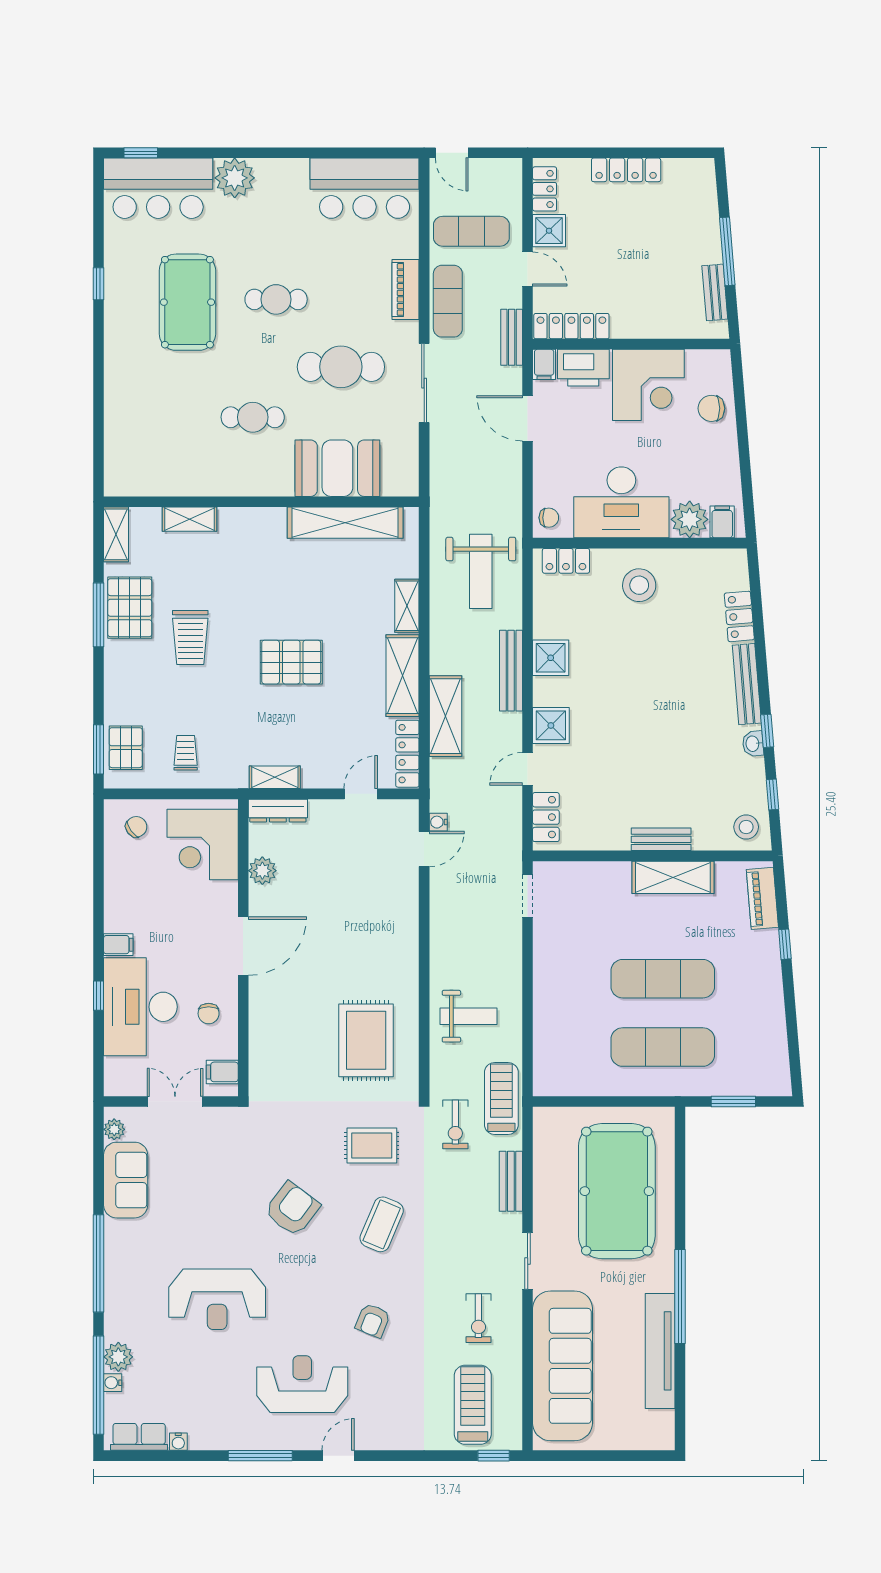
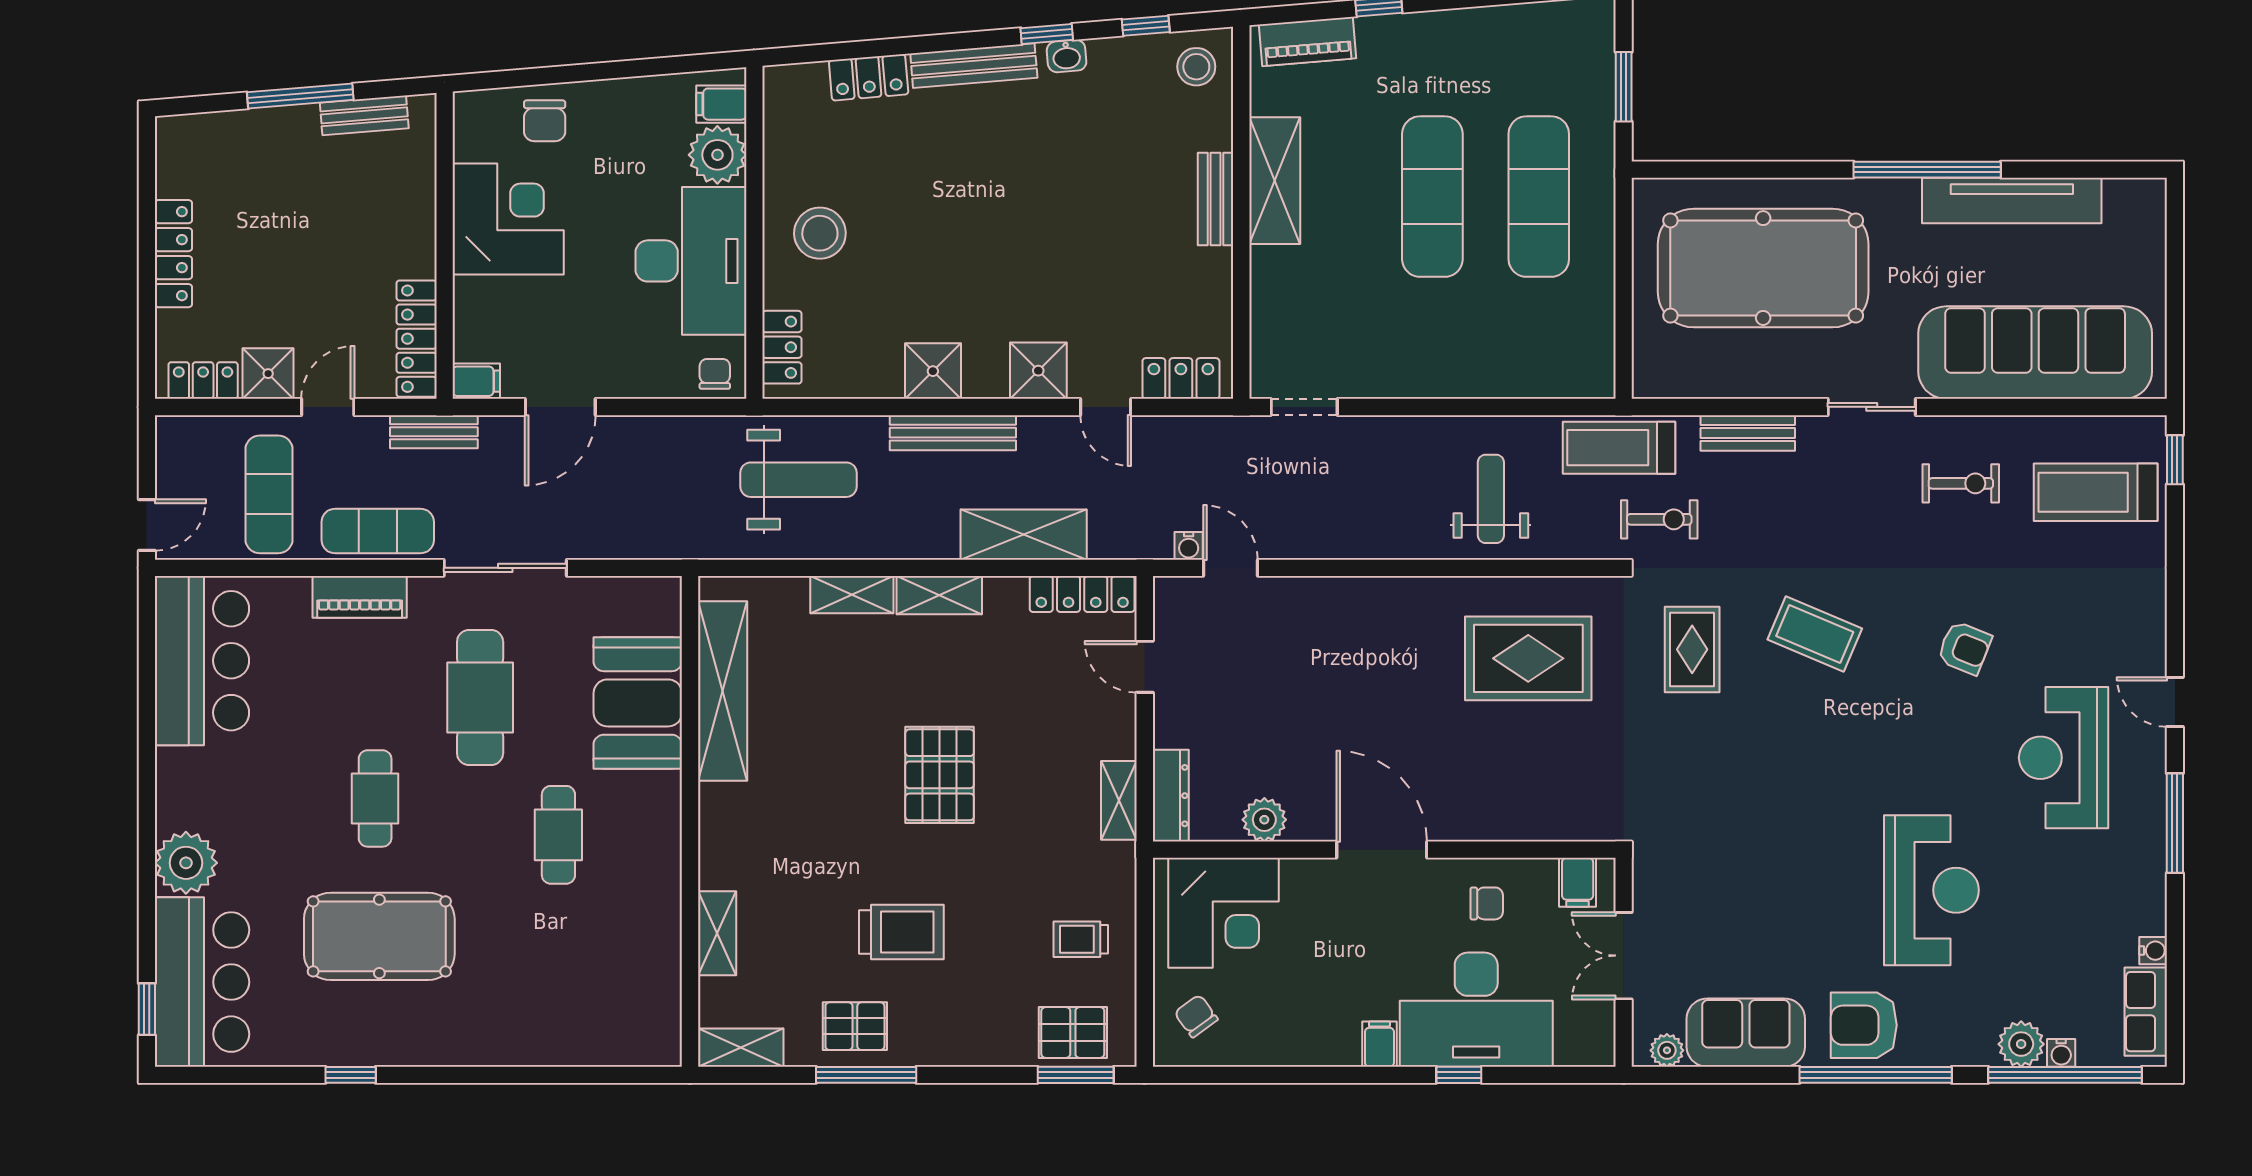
printer: (583, 368) -> (481, 320), removed
pallet: (130, 608) -> (855, 1026), width x0.67, depth x0.71
shelving: (403, 676) -> (939, 595), width x0.67, depth x0.75
armchair: (292, 1209) -> (1864, 1025), moved, turned -37

